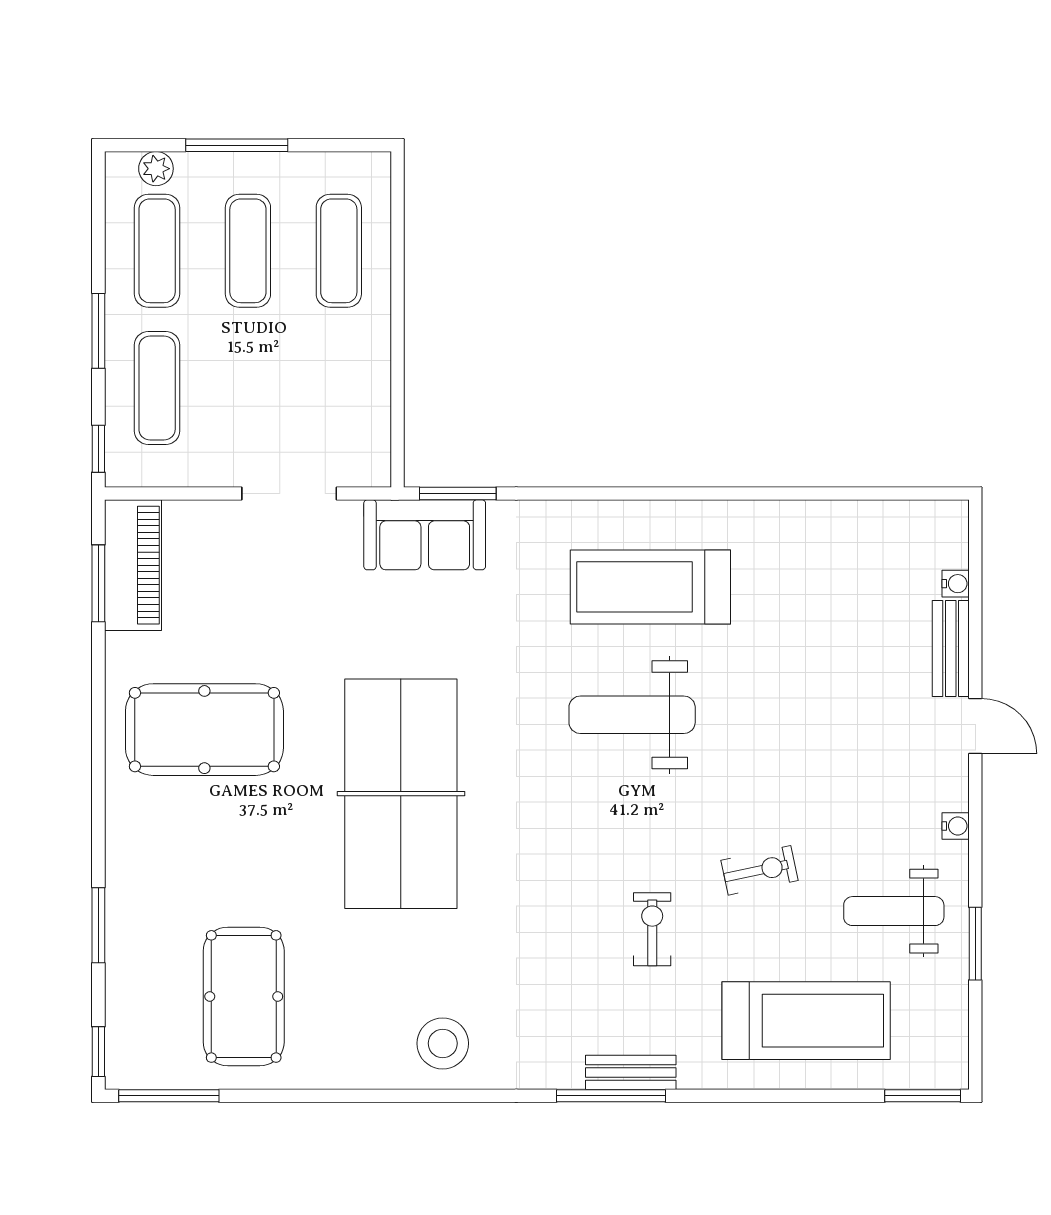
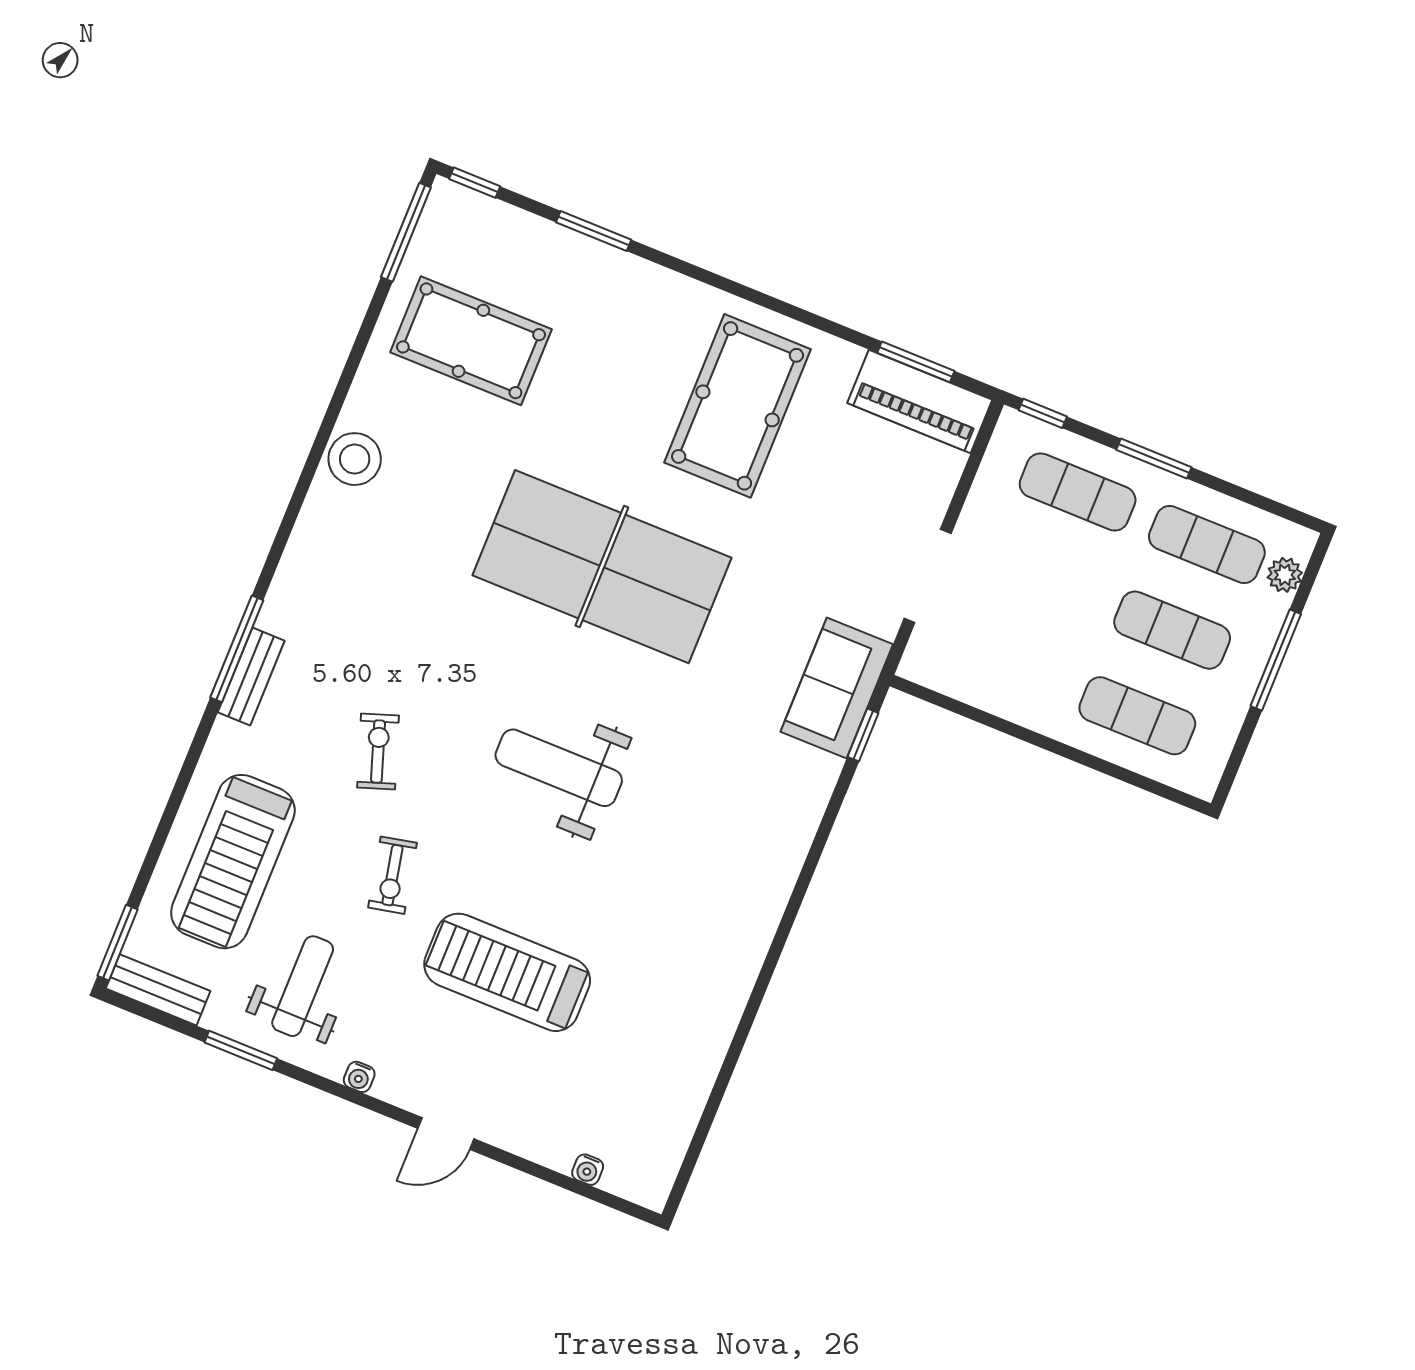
window: (458, 494) -> (863, 735), width x0.67
treadmill: (650, 587) -> (507, 972), moved, turned -90
bench: (951, 649) -> (158, 990), moved
weight bench: (632, 715) -> (559, 768), moved, turned -90
exercise bike: (652, 929) -> (378, 752), turned -109
stool: (443, 1043) -> (355, 459), moved

